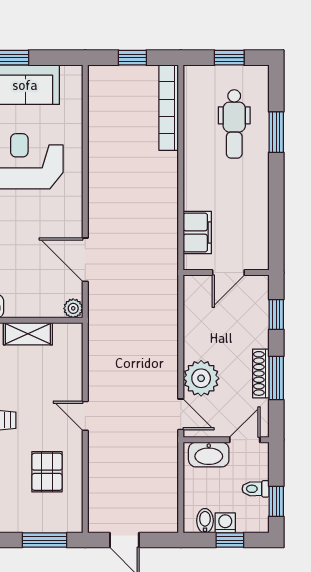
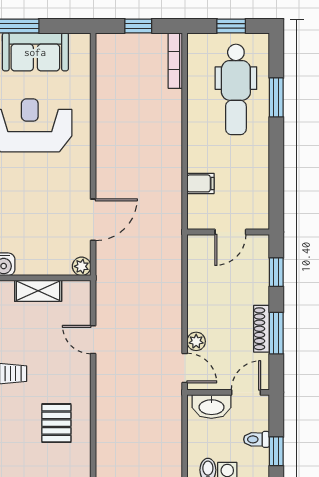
bookcase: (169, 108) -> (175, 61), width x0.68, depth x0.76
dental chair: (234, 124) -> (236, 89), width x1.36, depth x1.38
filing cabinet: (197, 232) -> (201, 183), width x0.50
door: (85, 260) -> (93, 220), swing flipped
plant: (201, 378) -> (196, 341), width x0.53, depth x0.53
door: (85, 416) -> (93, 340), moved

